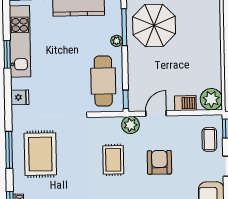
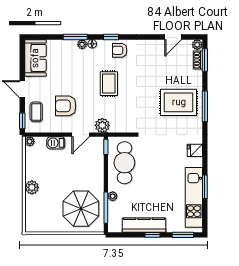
plant: (213, 50) -> (32, 187), added
plant: (211, 99) -> (30, 141), width x0.53, depth x0.53
rug: (40, 154) -> (179, 102), turned 90
rug: (113, 160) -> (109, 84), moved
armchair: (159, 162) -> (66, 106), moved, turned 90

